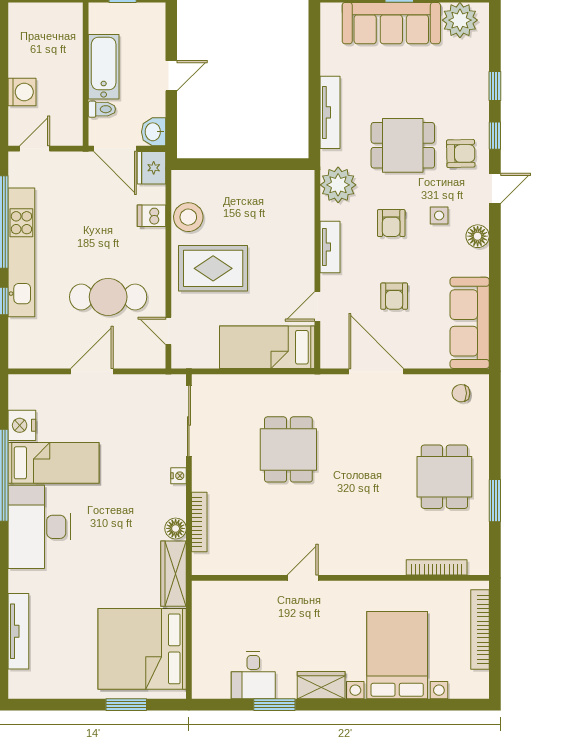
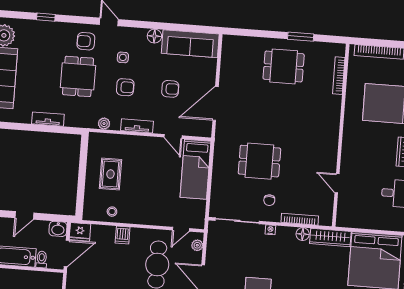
door: (171, 76) -> (24, 215), swing flipped
tv unit: (330, 112) -> (48, 119), width x0.71
window: (495, 136) -> (76, 19), removed
armchair: (461, 154) -> (86, 41), turned -89
plant: (338, 185) -> (104, 124), width x0.53, depth x0.53
dishwasher: (151, 216) -> (123, 235), moved
stool: (188, 217) -> (112, 212), width x0.53, depth x0.53
floor lamp: (478, 236) -> (154, 36), moved
rug: (213, 268) -> (110, 174), moved, width x0.73, depth x0.70
plant: (144, 359) -> (197, 245), added
chair: (461, 393) -> (269, 200), moved
door: (303, 578) -> (337, 183), moved

